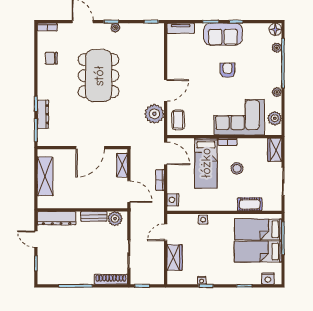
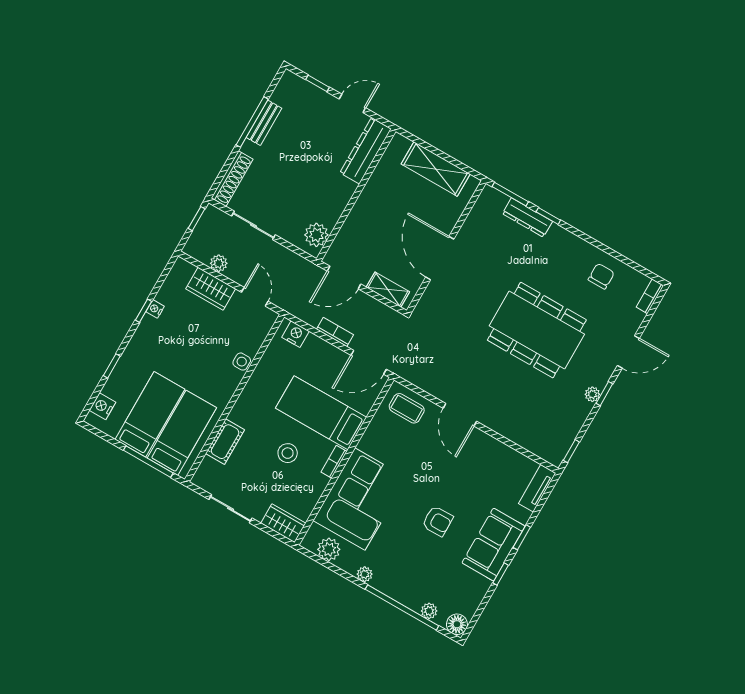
plant: (154, 114) -> (219, 263), moved, width x0.53, depth x0.53
bench: (94, 216) -> (264, 123), moved

